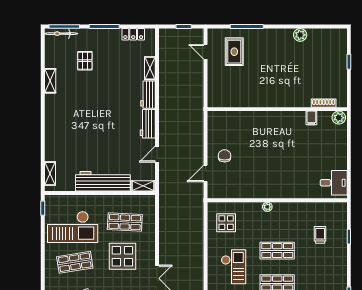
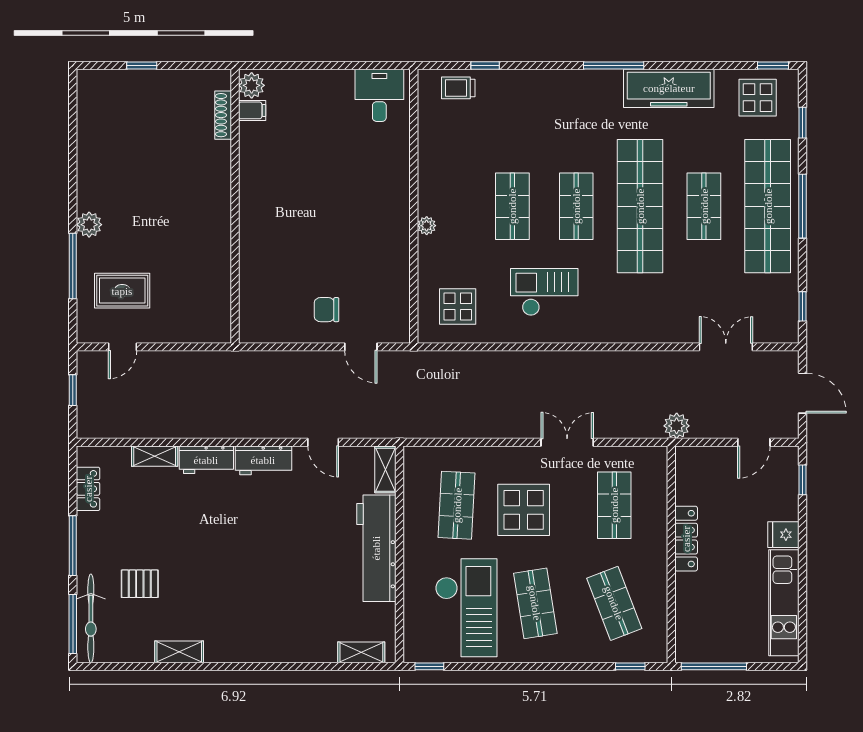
bicycle: (61, 34) -> (91, 618), width x1.37, depth x1.40
plant: (300, 35) -> (89, 225), moved
filing cabinet: (311, 118) -> (252, 110), moved
trolley: (320, 235) -> (458, 88), moved

